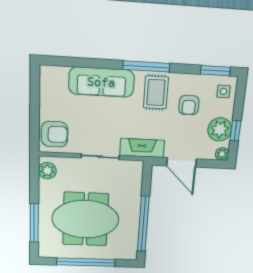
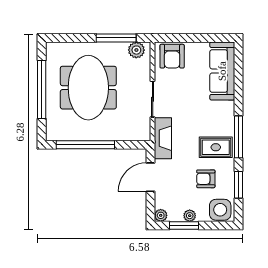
window: (215, 71) -> (239, 185), moved
sofa: (101, 82) -> (222, 71), moved
side table: (224, 91) -> (220, 210), width x1.87, depth x1.87
plant: (220, 129) -> (190, 216), width x0.53, depth x0.53
window: (235, 131) -> (184, 226), width x1.50
window: (34, 223) -> (116, 38), moved

